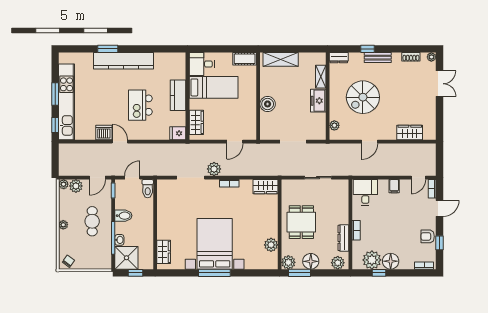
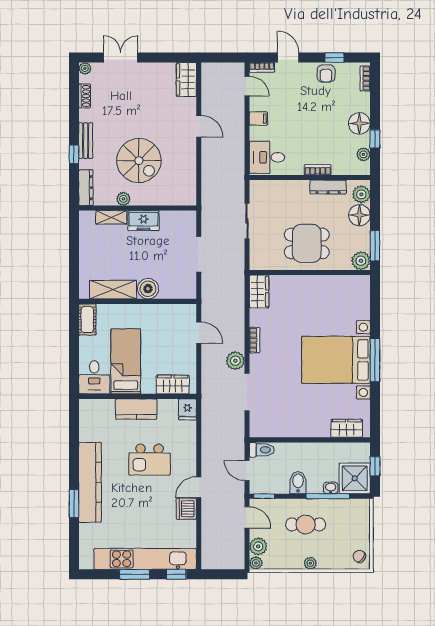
dresser: (339, 58) -> (86, 188), width x1.44
shelving: (281, 59) -> (113, 290), moved, turned 90
plant: (334, 125) -> (123, 199), moved
wardrobe: (410, 133) -> (186, 79), moved
door: (370, 142) -> (199, 126), moved
plant: (271, 245) -> (337, 284), removed
plant: (372, 260) -> (363, 154), width x0.53, depth x0.53
floor lamp: (311, 261) -> (359, 215), moved

